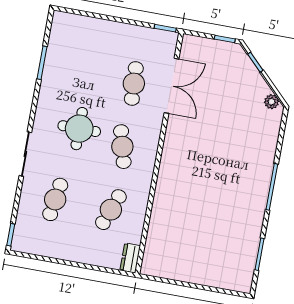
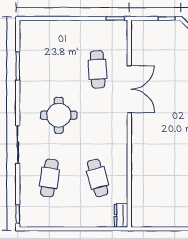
double door: (171, 86) -> (129, 89), moved
cafe table: (122, 147) -> (97, 124), removed
cafe table: (111, 210) -> (97, 178), turned -36

